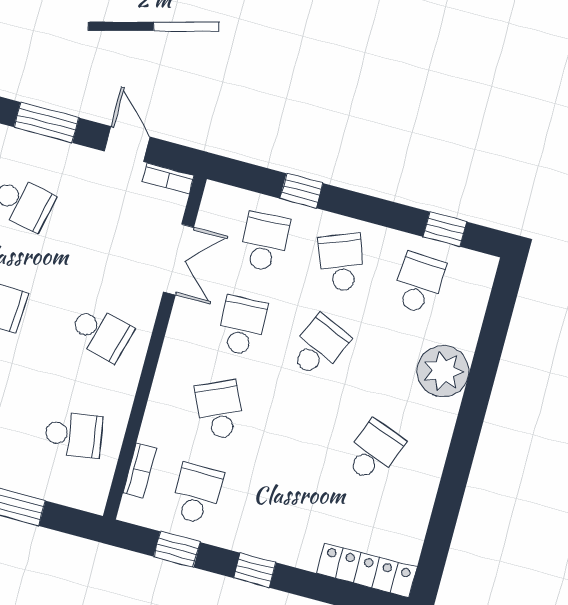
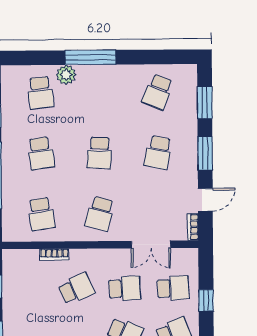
bookcase: (139, 470) -> (54, 255), moved
school desk: (197, 494) -> (28, 289), removed

